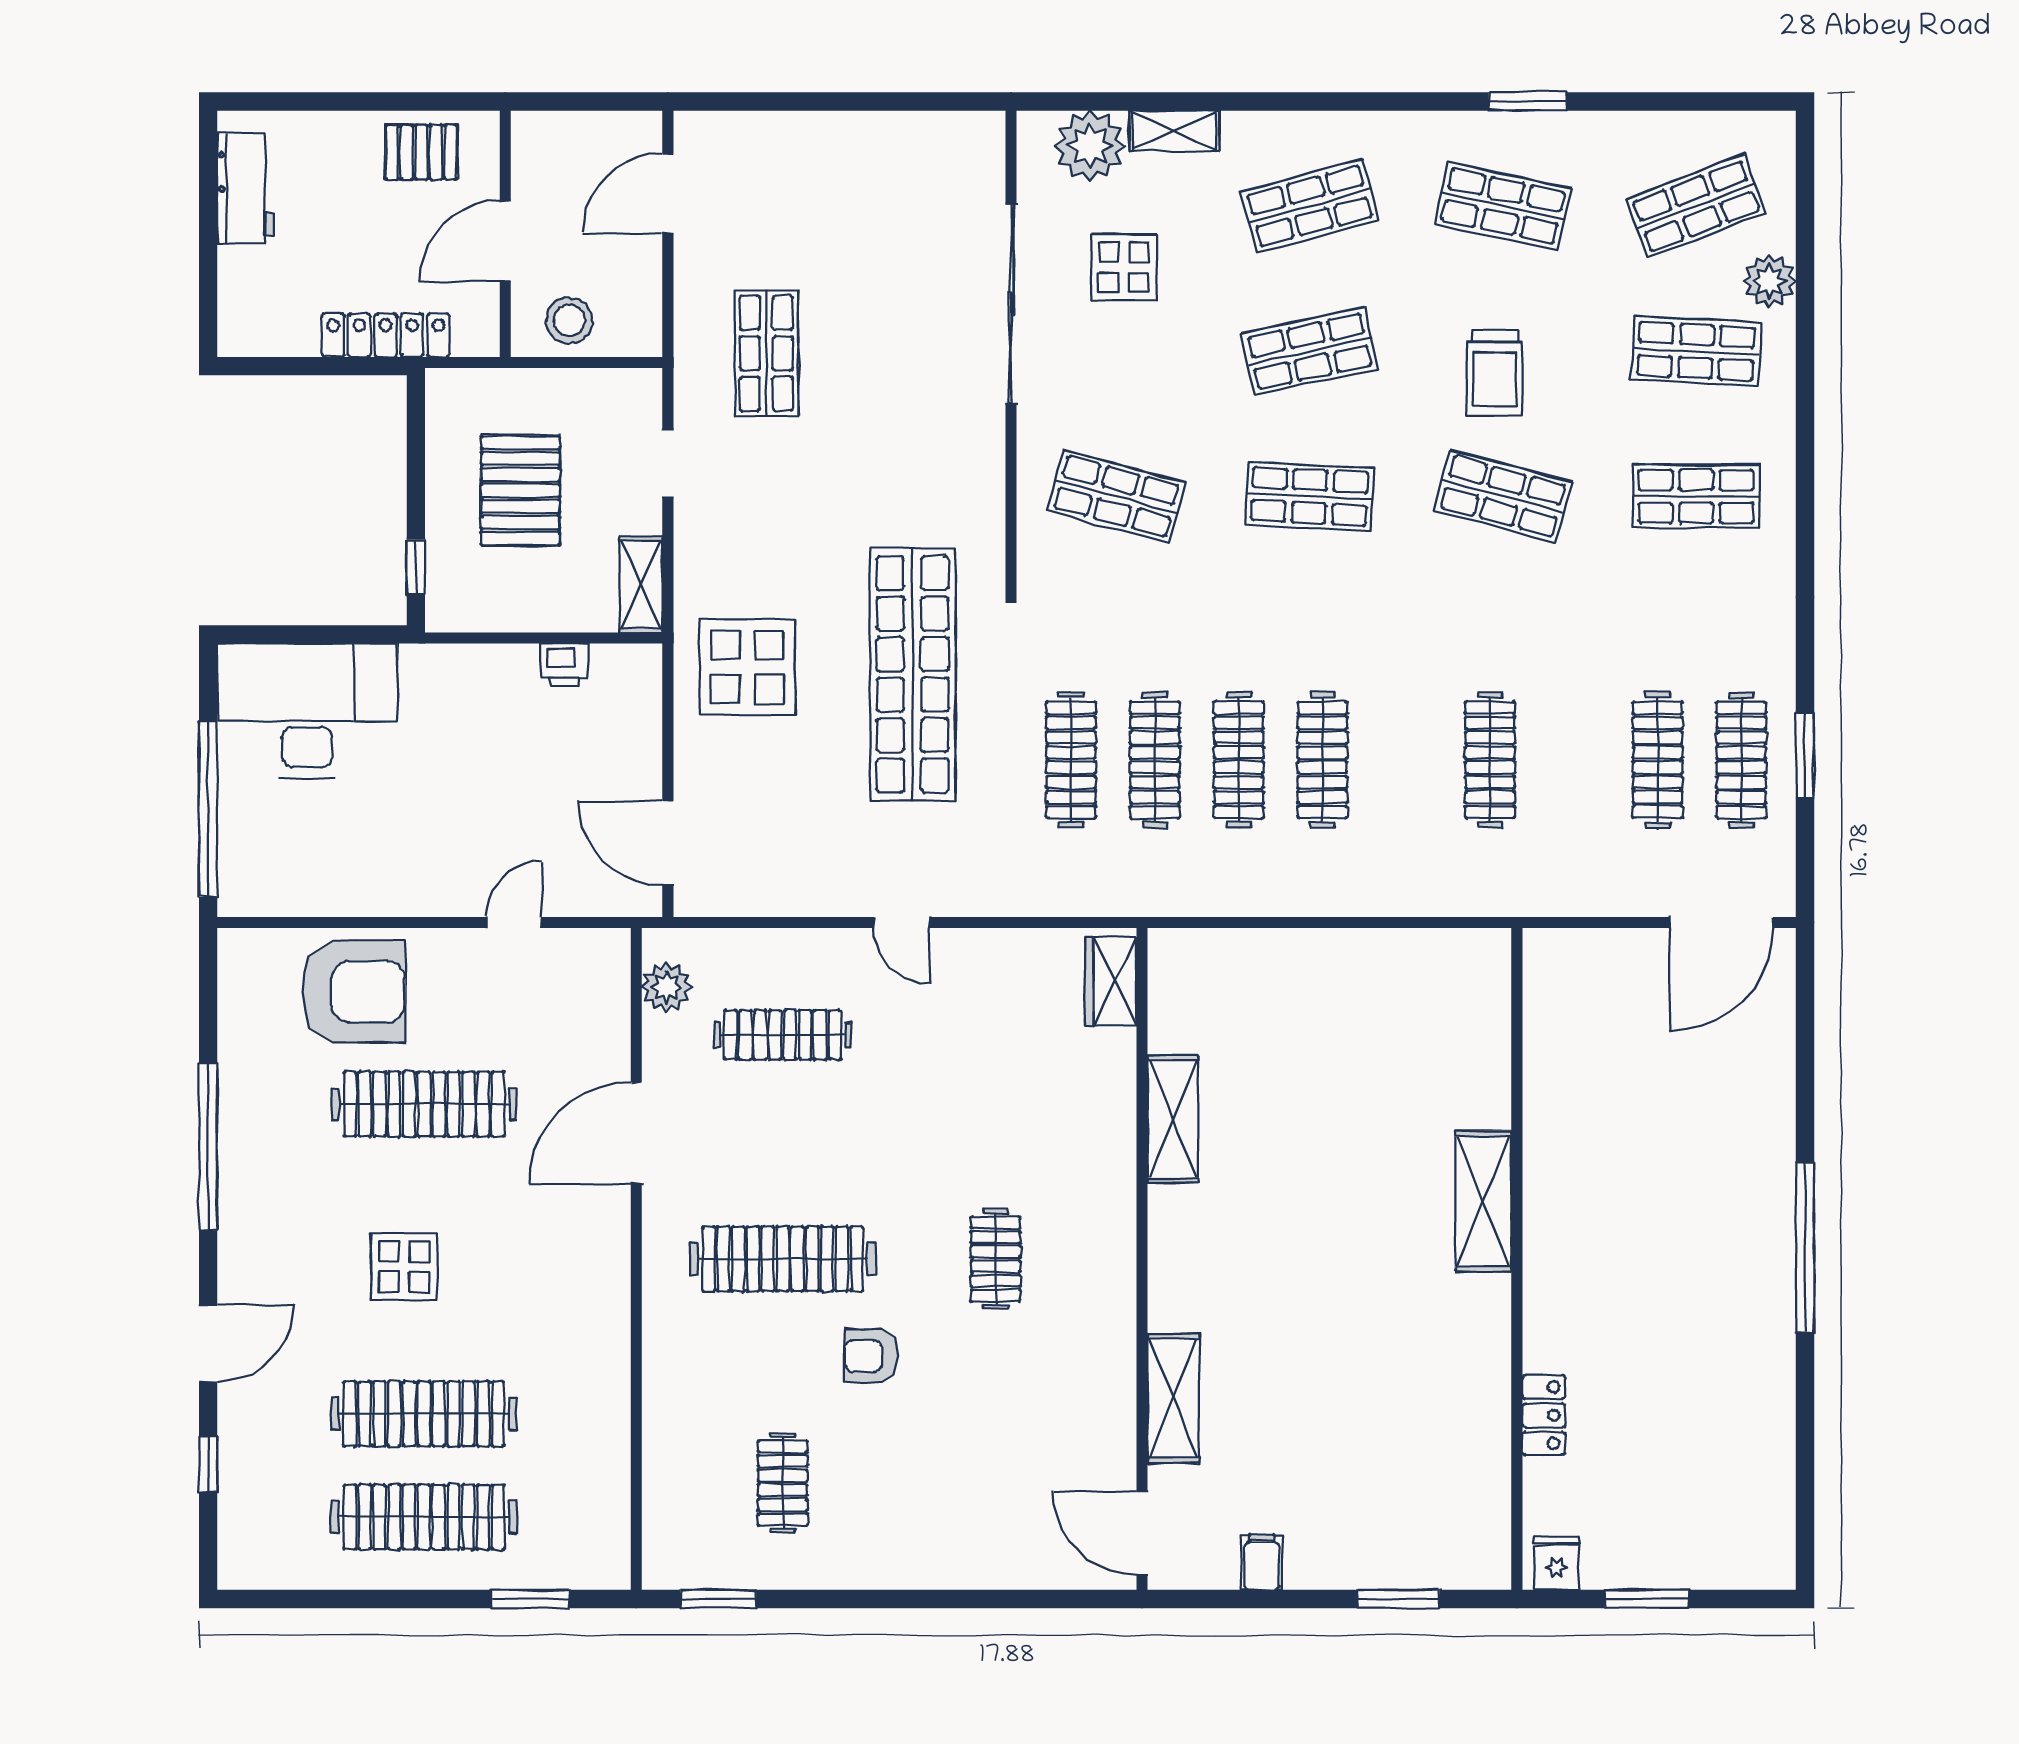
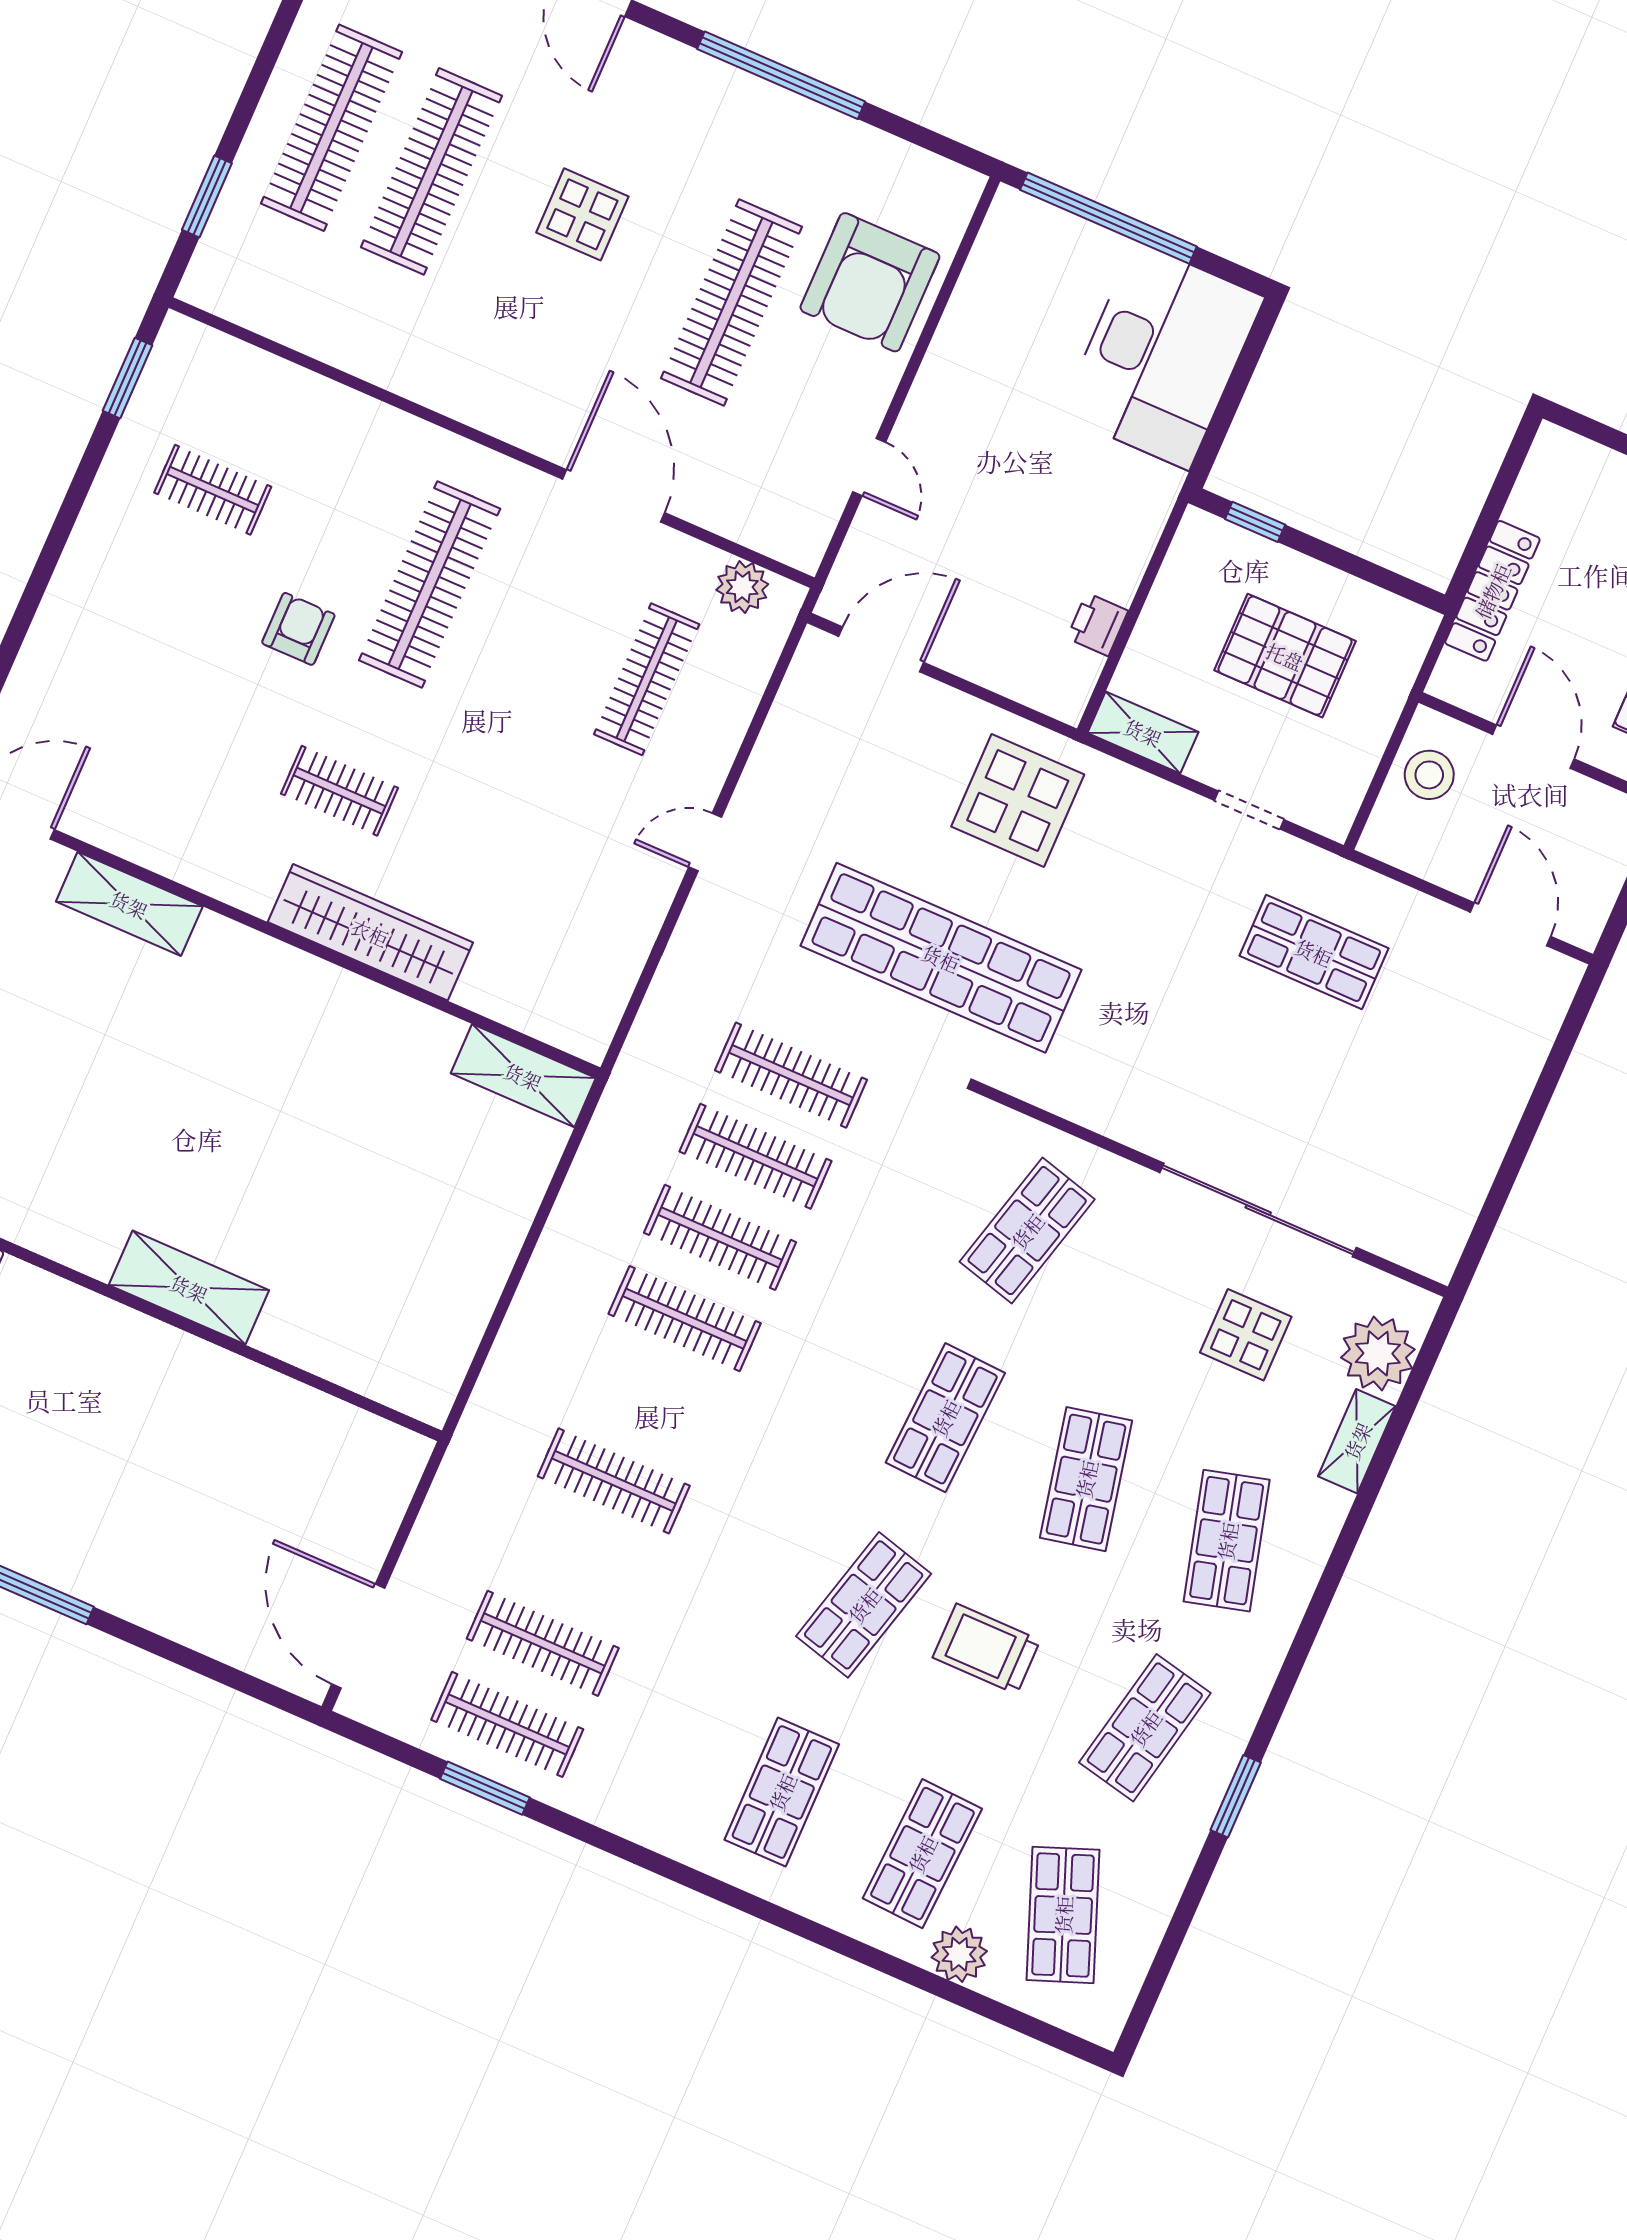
wardrobe: (1111, 981) -> (370, 932), moved, width x2.10, depth x1.17
shelving: (1173, 1119) -> (523, 1076), moved

